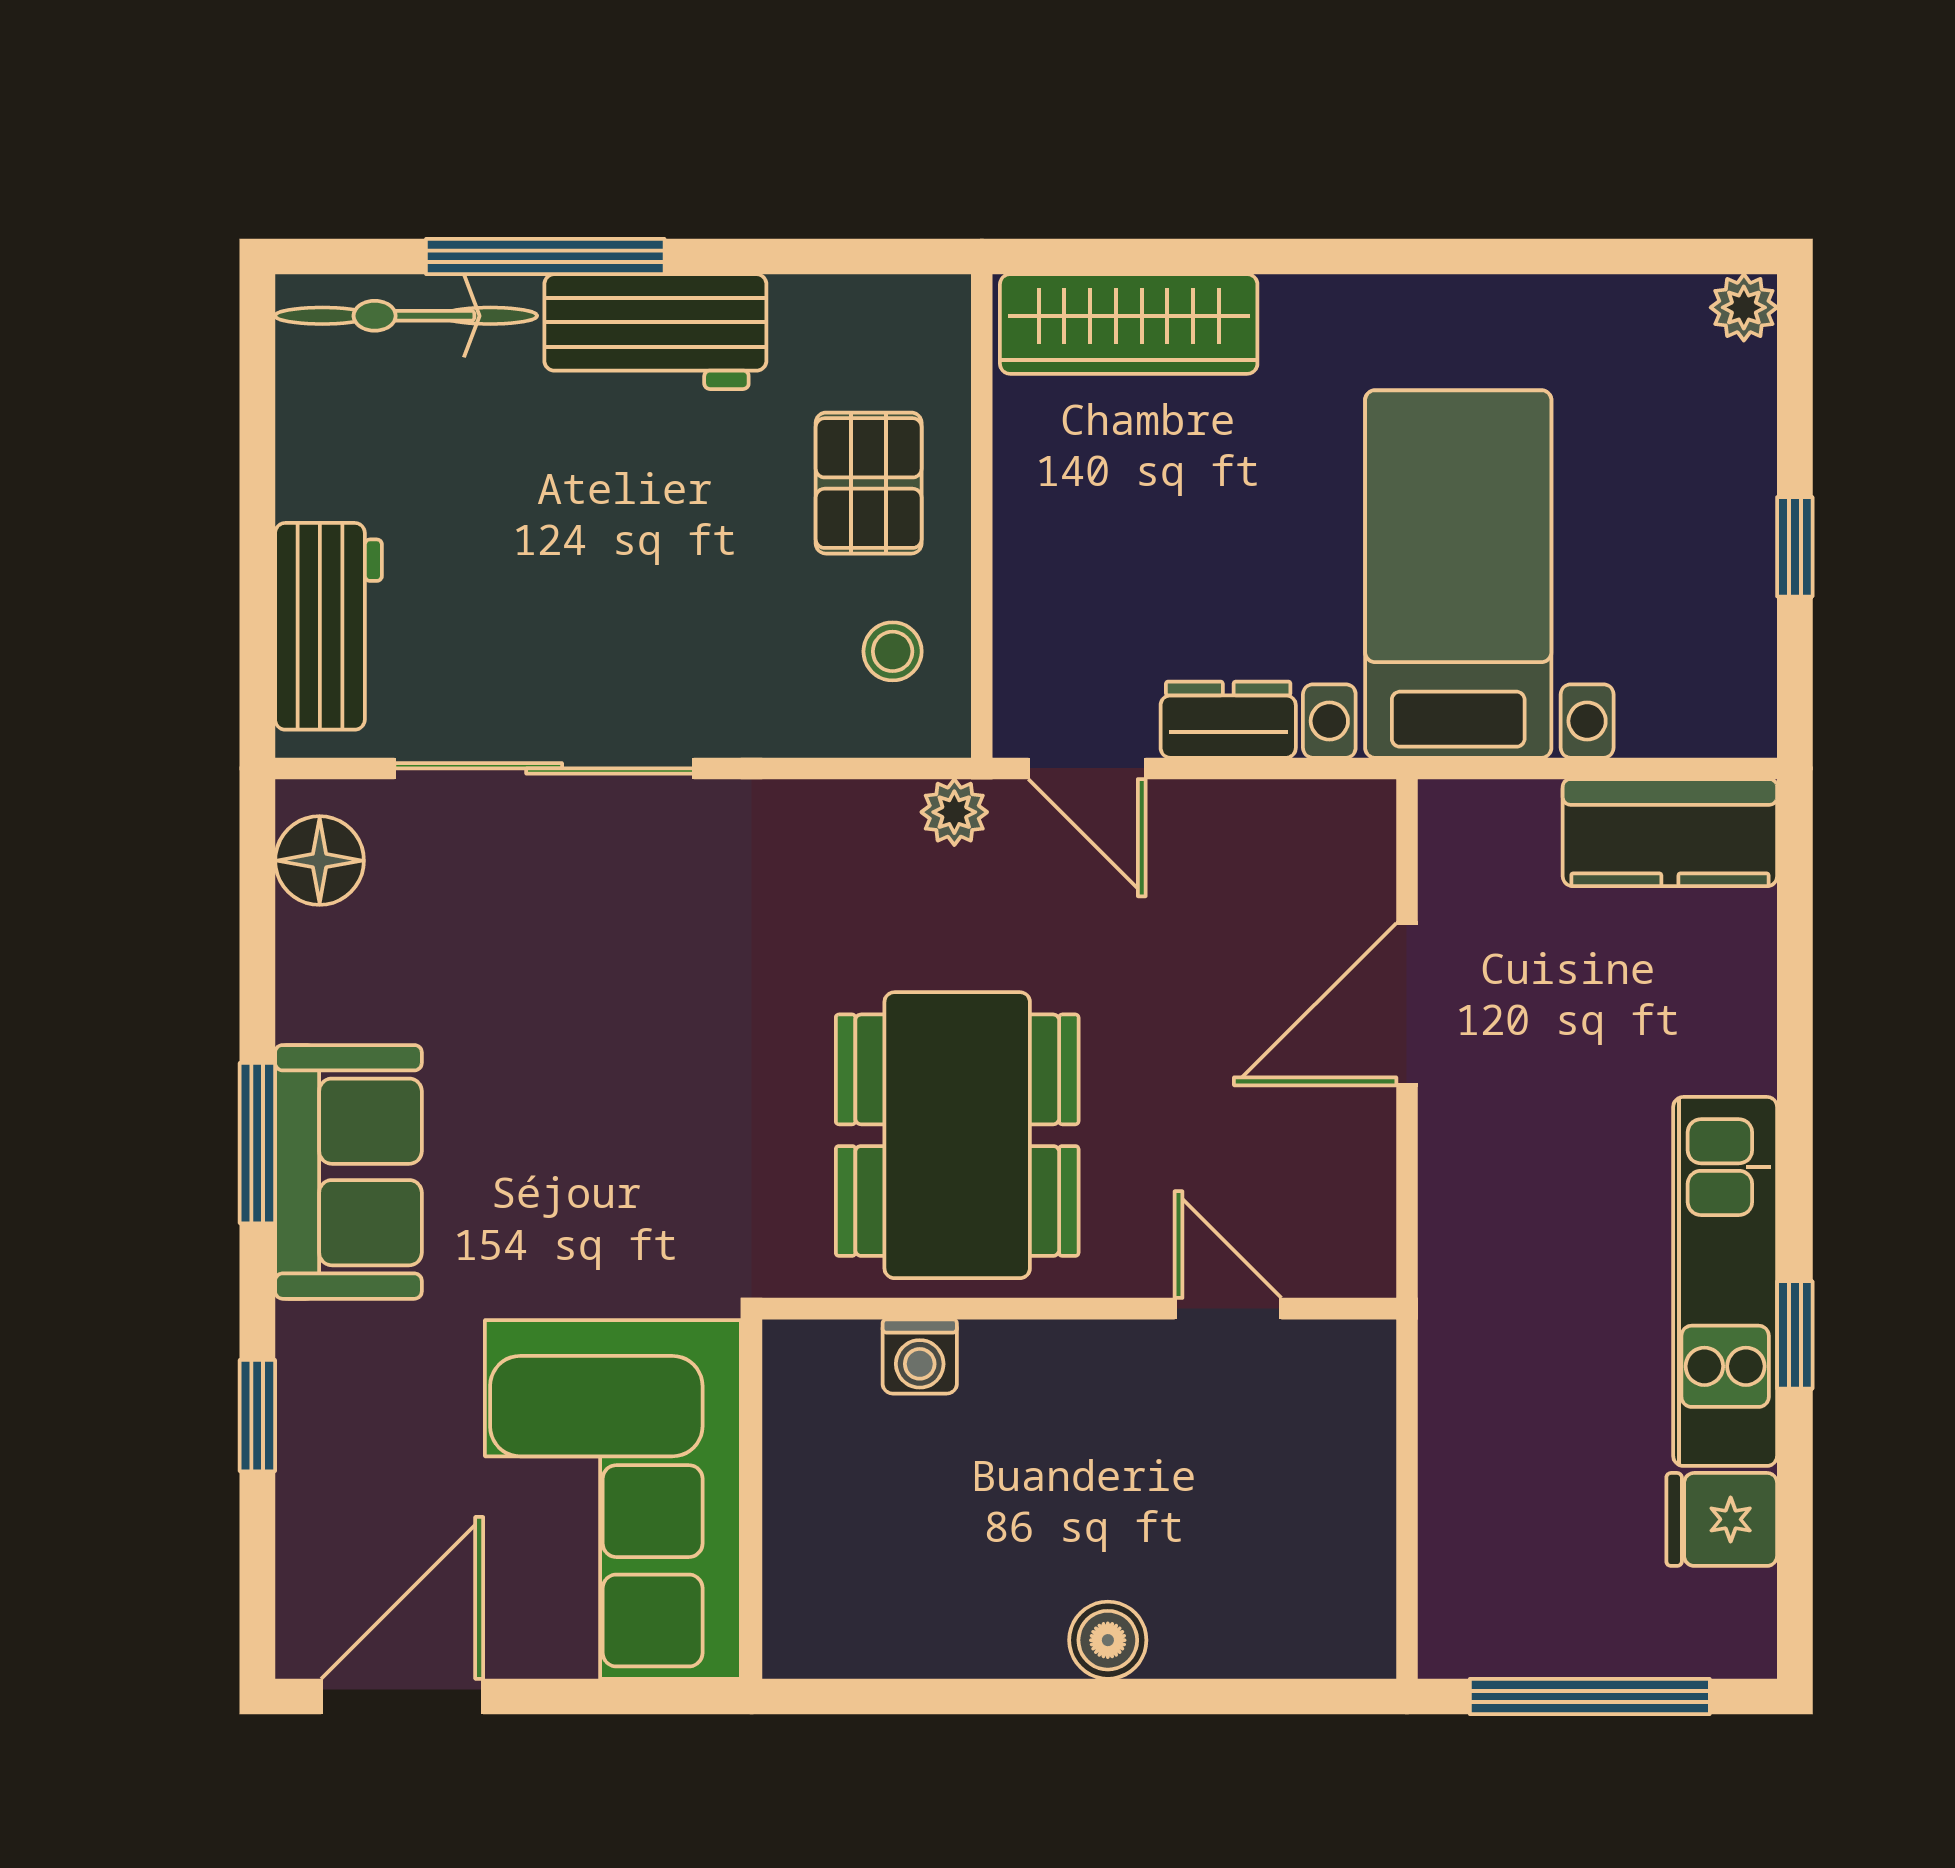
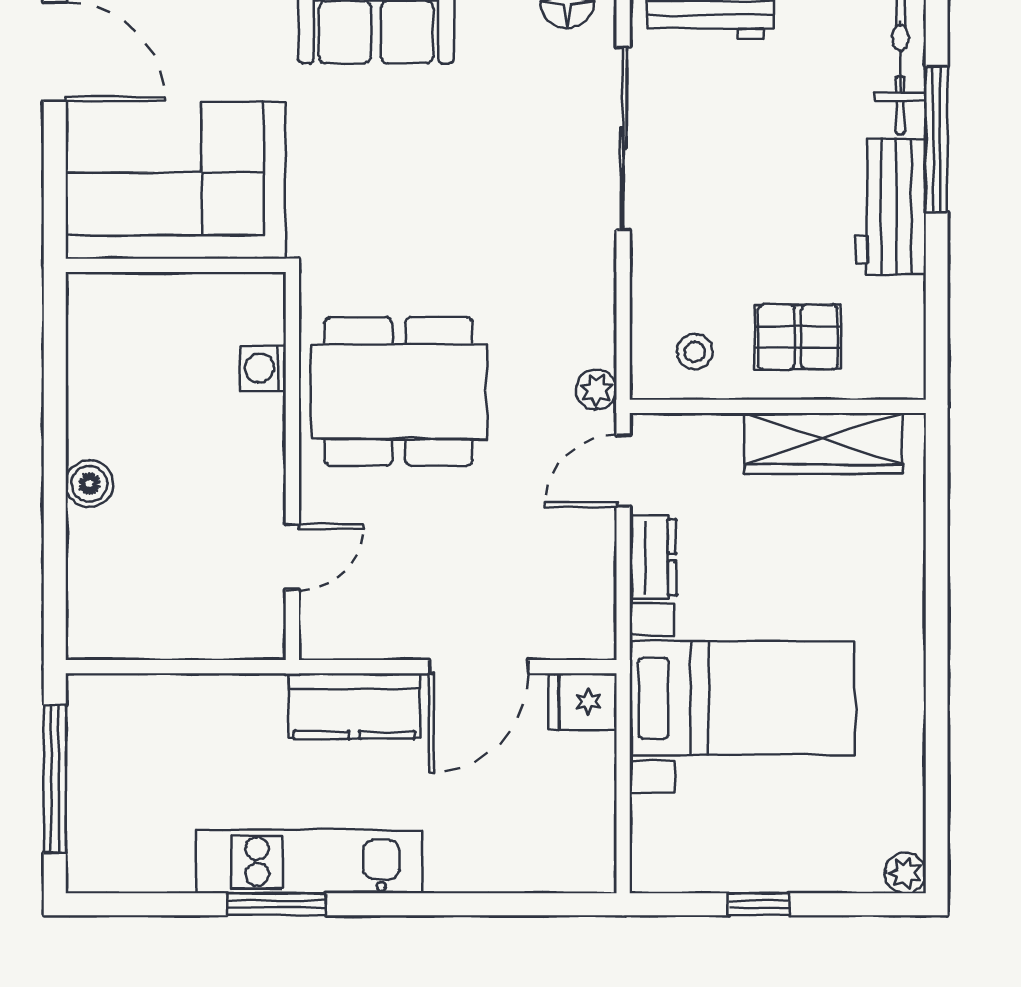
wardrobe: (1129, 324) -> (823, 443), moved, turned -90
kitchen counter: (1670, 833) -> (354, 706), moved, turned -90
door: (1407, 1004) -> (479, 667), swing flipped
window: (1795, 1335) -> (276, 904), width x1.50
fridge: (1722, 1519) -> (583, 702), moved, turned -90

